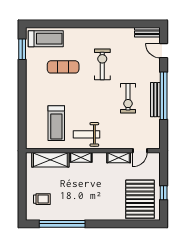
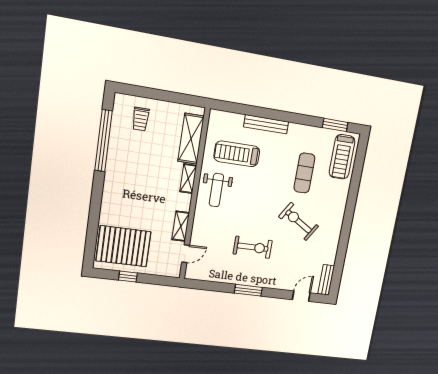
exercise bike: (102, 64) -> (299, 222), turned -148
window: (164, 96) -> (248, 290), width x0.47
exercise bike: (128, 98) -> (253, 247), turned 180
bench: (155, 100) -> (266, 124), moved
weight bench: (87, 134) -> (216, 190), turned 180
door: (140, 151) -> (186, 254), swing flipped

